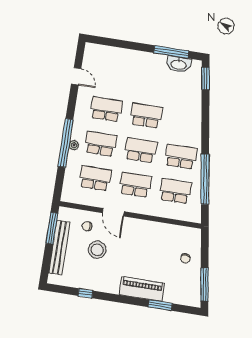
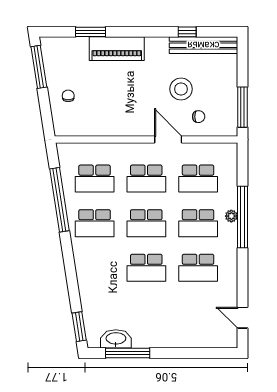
door: (76, 76) -> (242, 318), moved
bench: (59, 248) -> (203, 45), moved, turned 90

